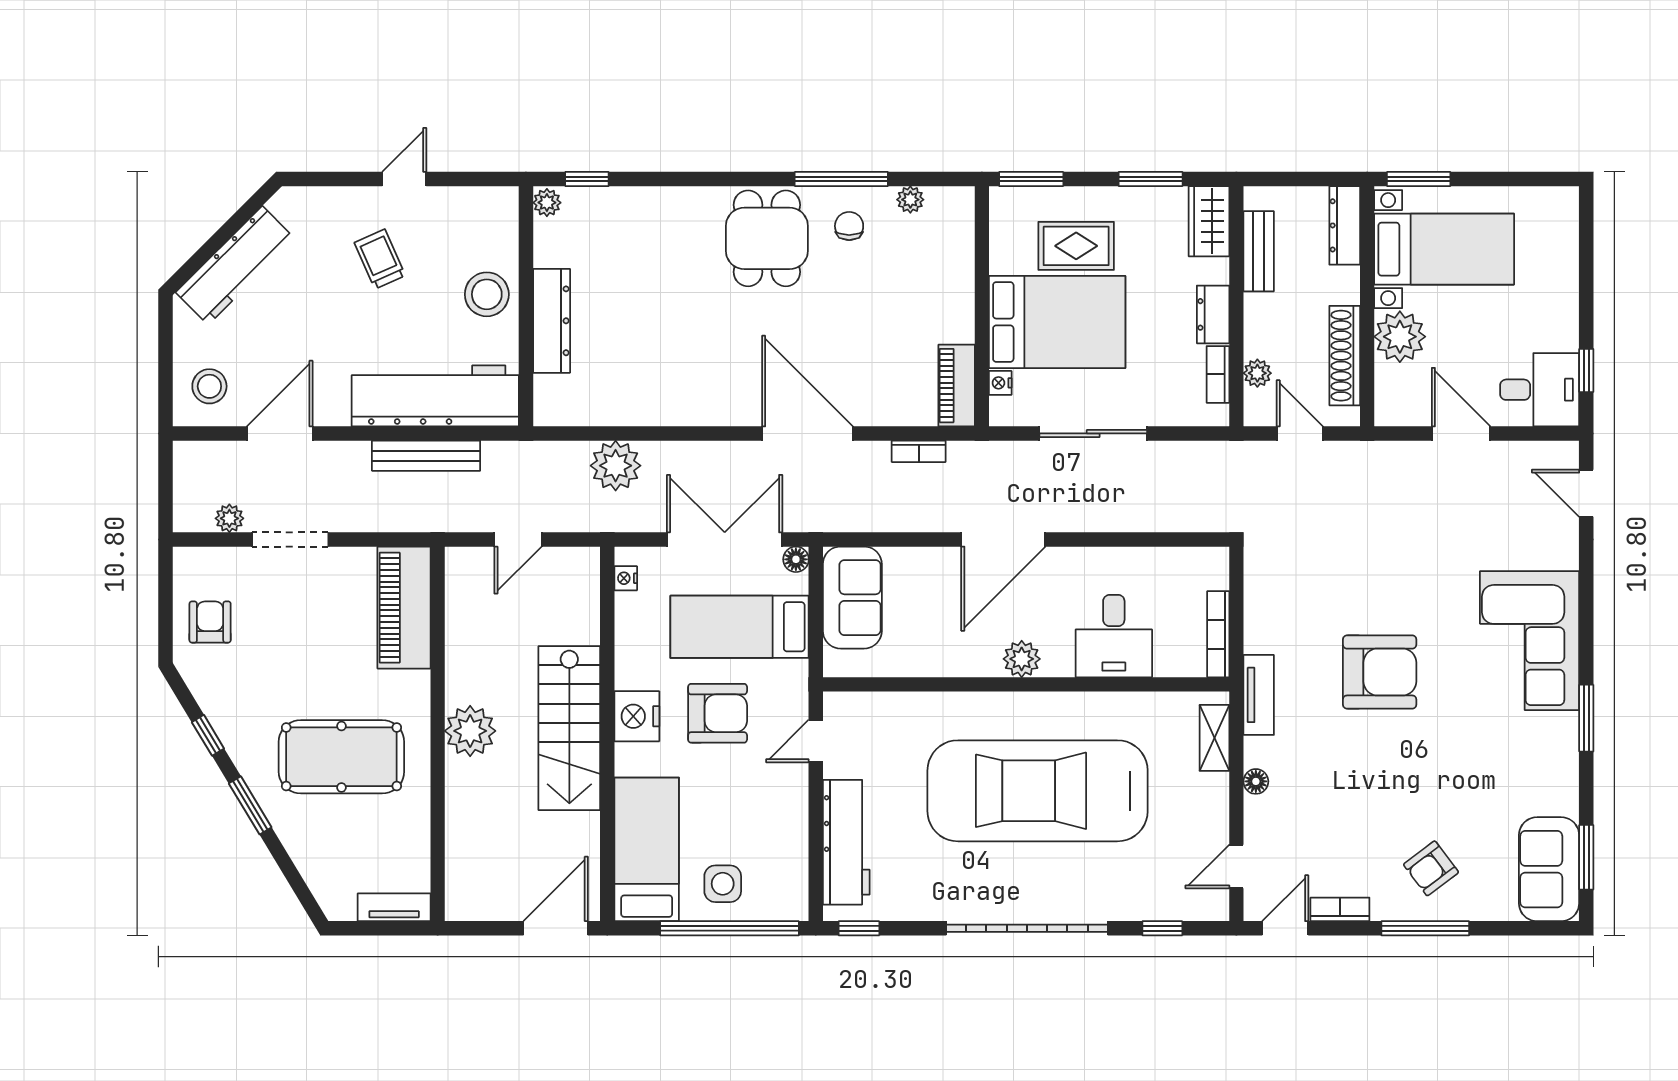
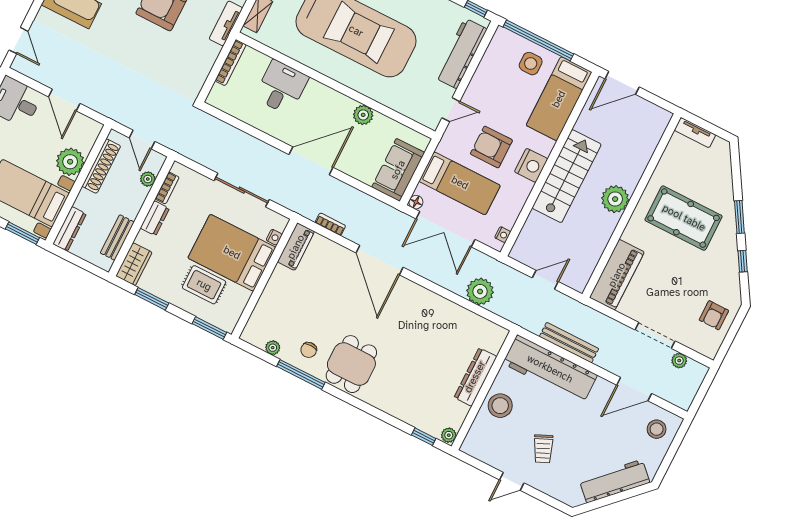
plant: (1022, 659) -> (363, 115), moved

